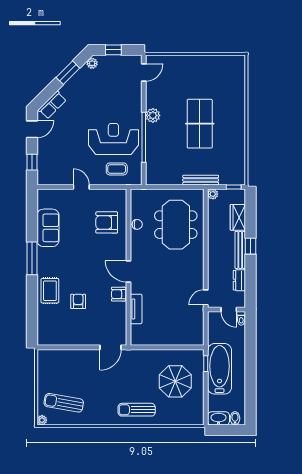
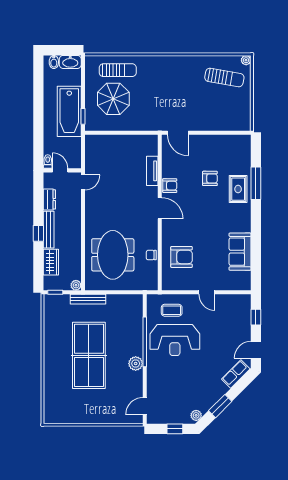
table tennis table: (200, 124) -> (89, 355), width x1.36, depth x1.32
window: (32, 258) -> (256, 183), moved
armchair: (78, 301) -> (210, 178), turned -90
door: (111, 347) -> (178, 133), swing flipped
sun lounger: (137, 410) -> (118, 70), moved

